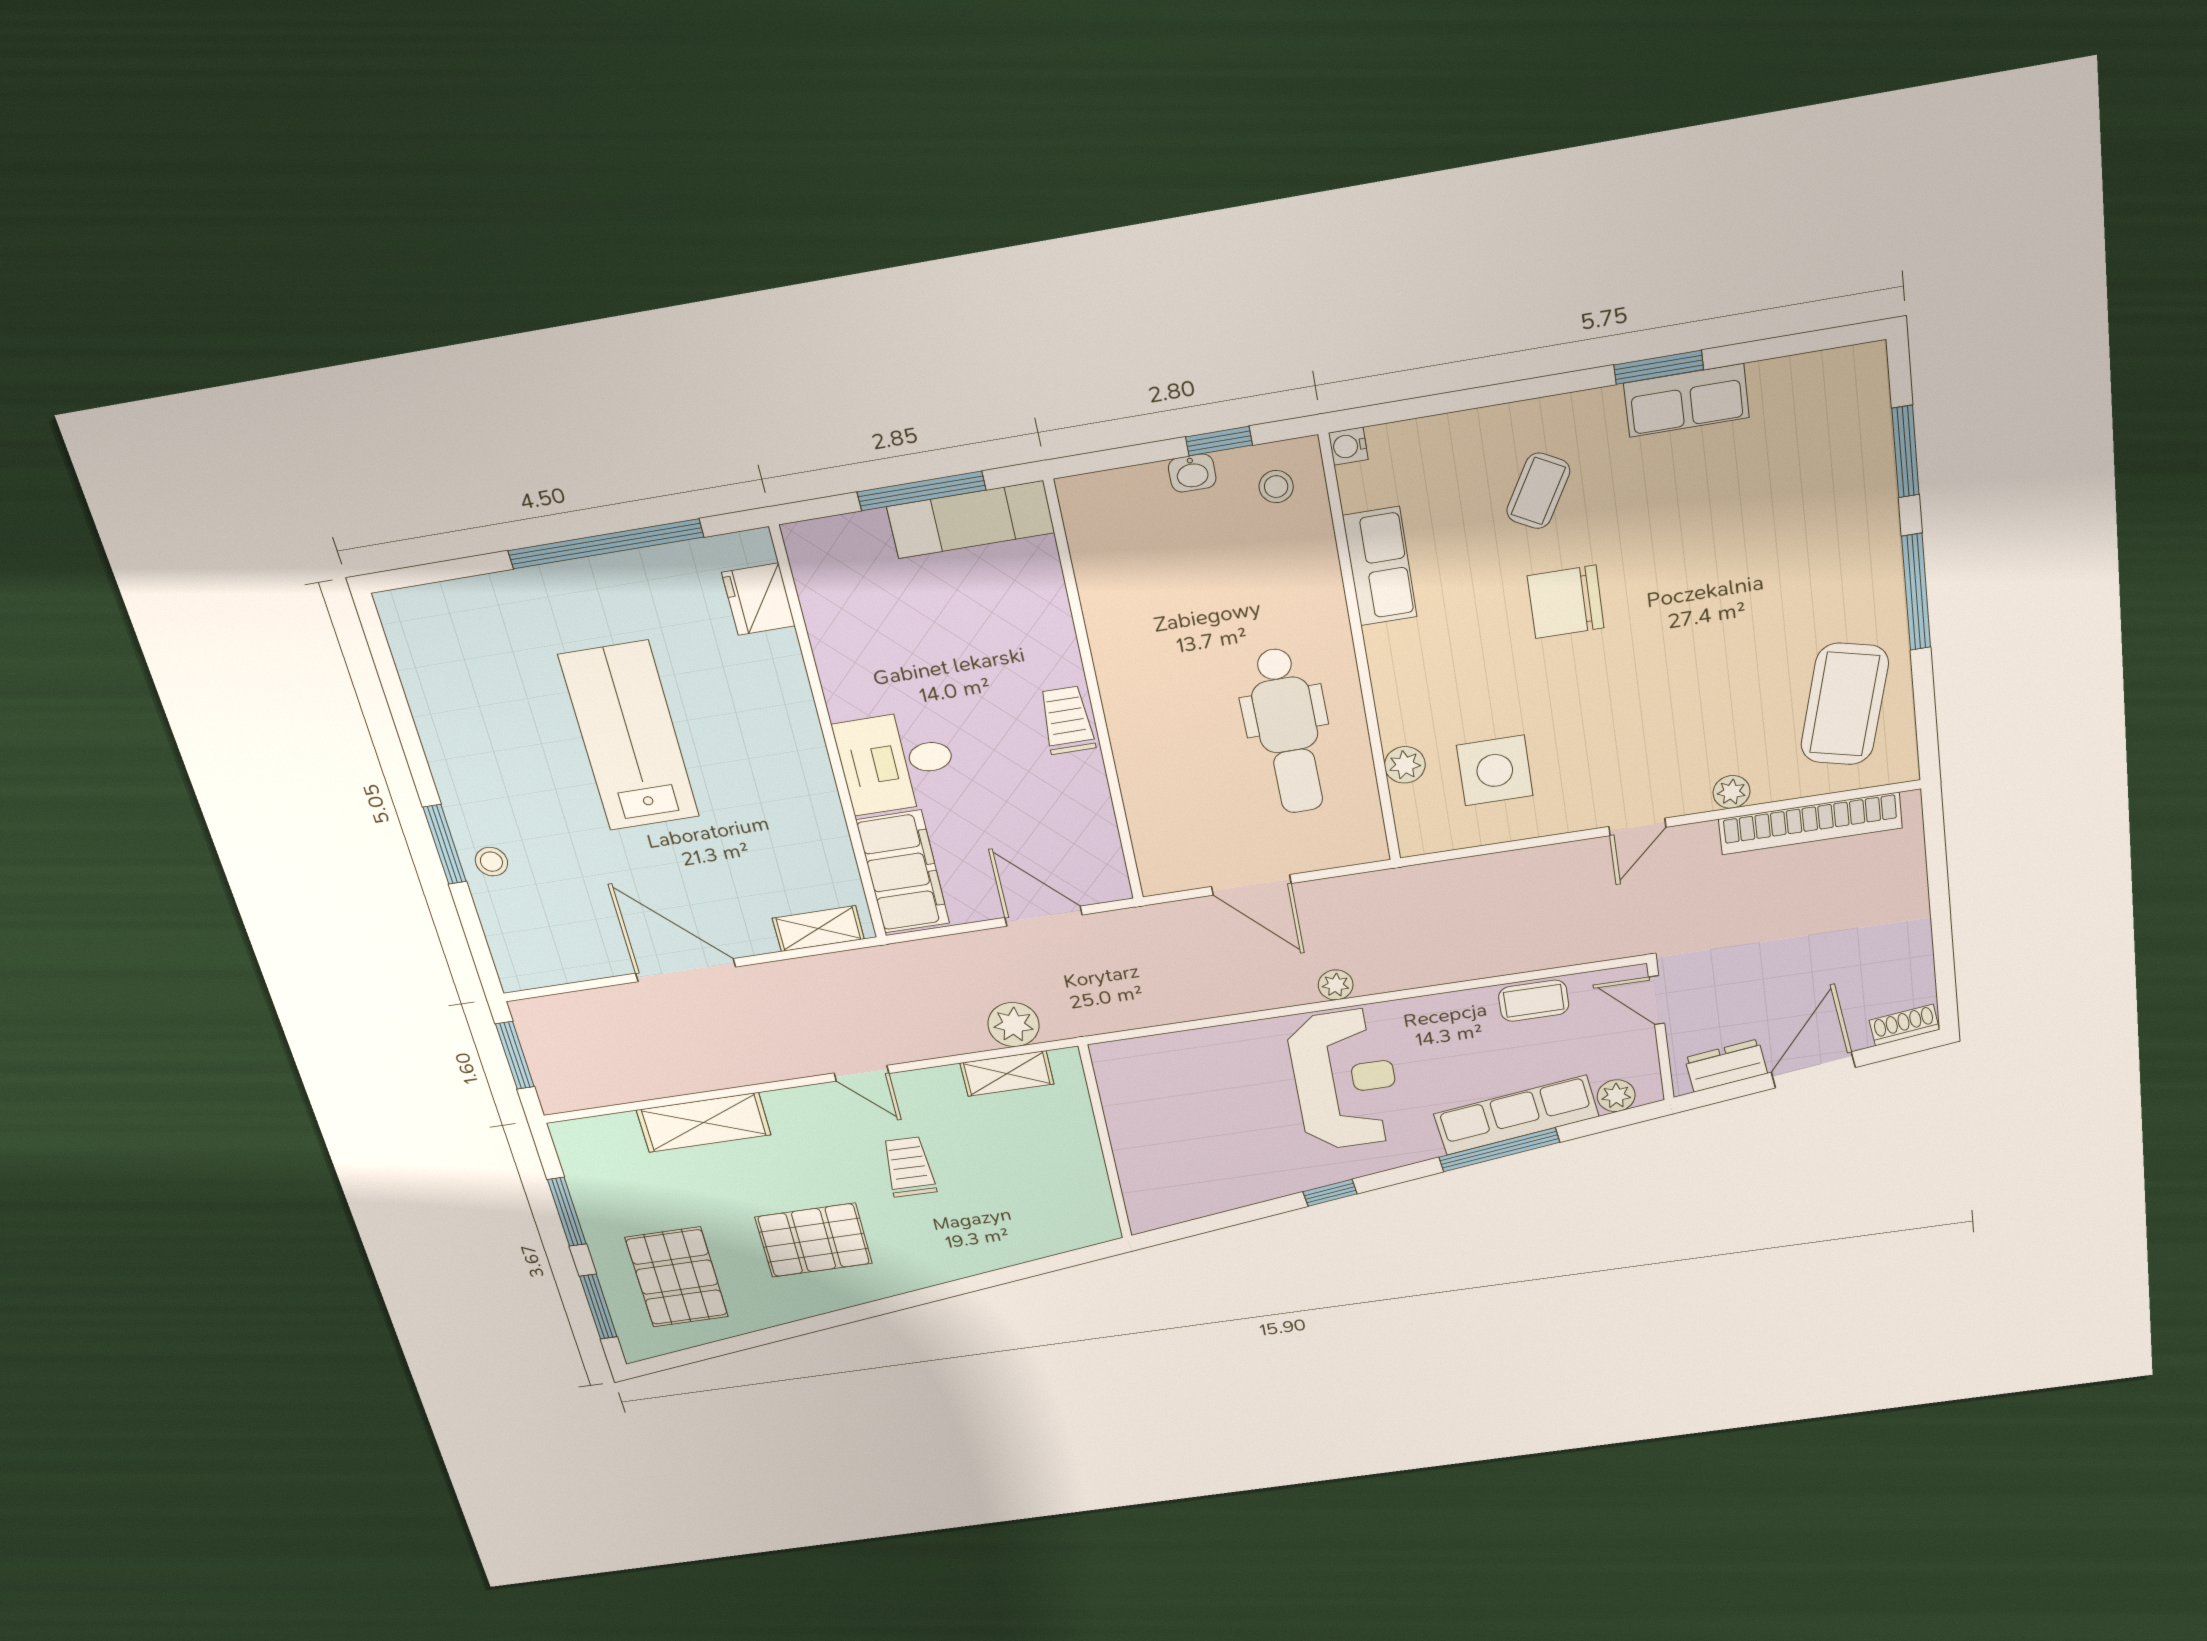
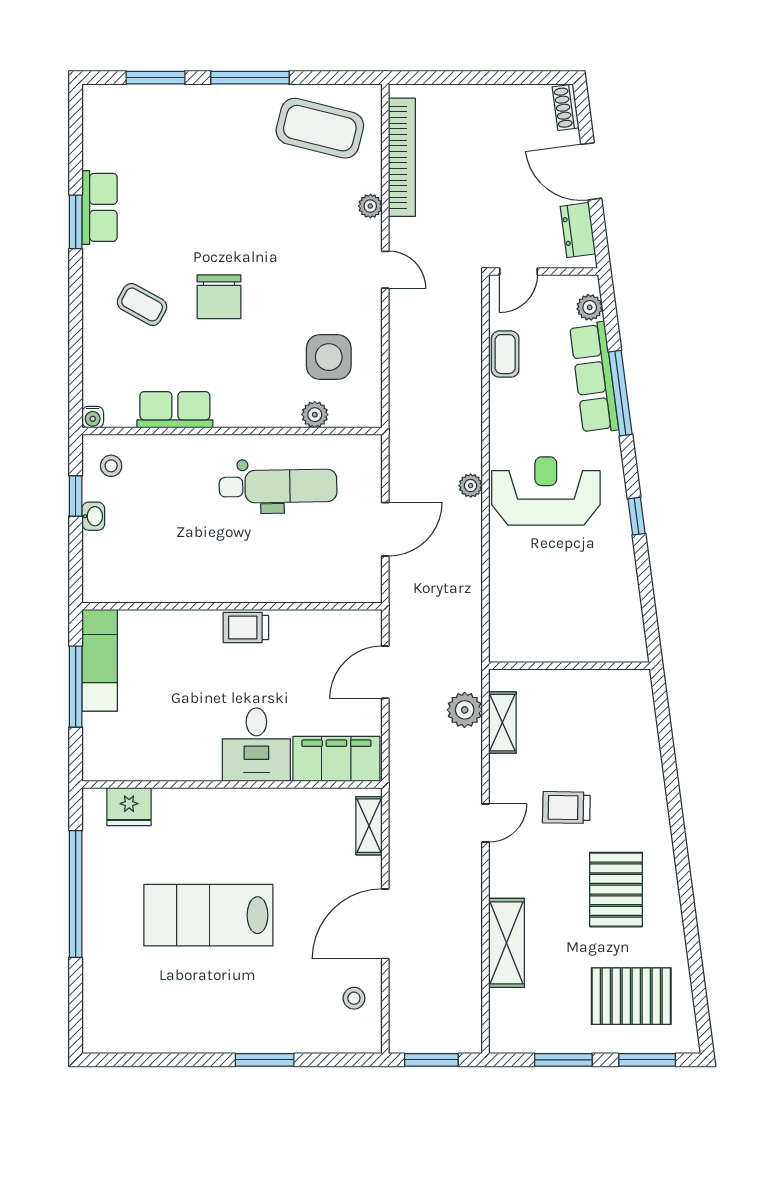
stool: (491, 862) -> (354, 998), moved

